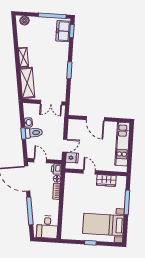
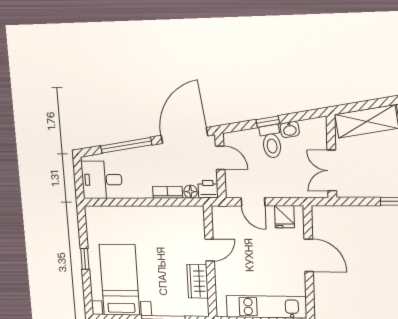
door: (95, 119) -> (309, 255), swing flipped
fridge: (72, 158) -> (284, 217), moved
door: (40, 161) -> (220, 158), hinge flipped

